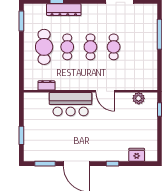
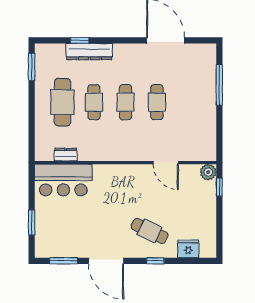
door: (105, 91) -> (166, 163), moved
plant: (139, 98) -> (208, 172), moved
bar counter: (71, 104) -> (63, 180), moved
cafe table: (108, 142) -> (150, 231), added

